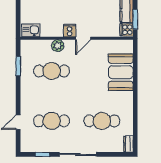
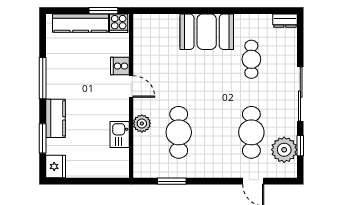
kitchen sink: (31, 30) -> (120, 134), moved
cooker: (70, 31) -> (120, 66), moved
booth: (121, 72) -> (207, 32), moved
cafe table: (102, 121) -> (251, 59), width x0.73, depth x0.74
plant: (40, 143) -> (284, 150), added

